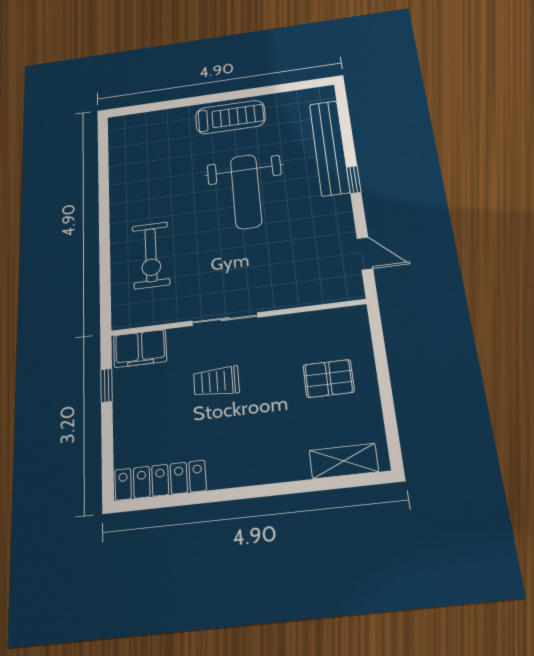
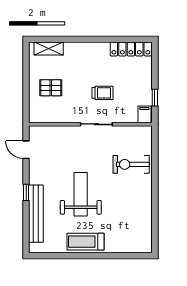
exercise bike: (151, 255) -> (131, 164), turned -90
filing cabinet: (140, 348) -> (144, 114), width x0.50

